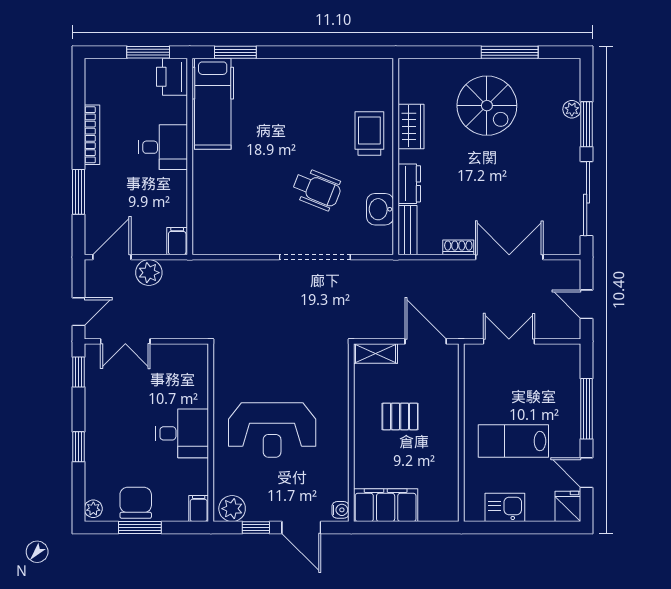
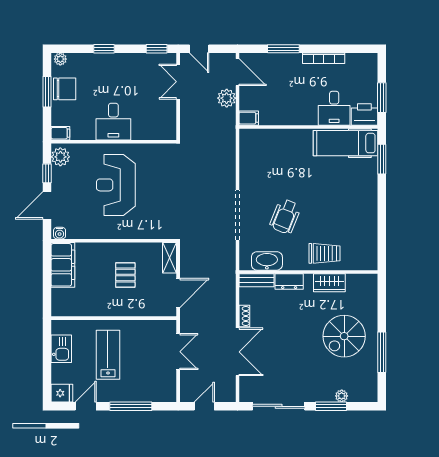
desk: (163, 147) -> (334, 108), moved
washbasin: (380, 209) -> (267, 261), width x1.38

